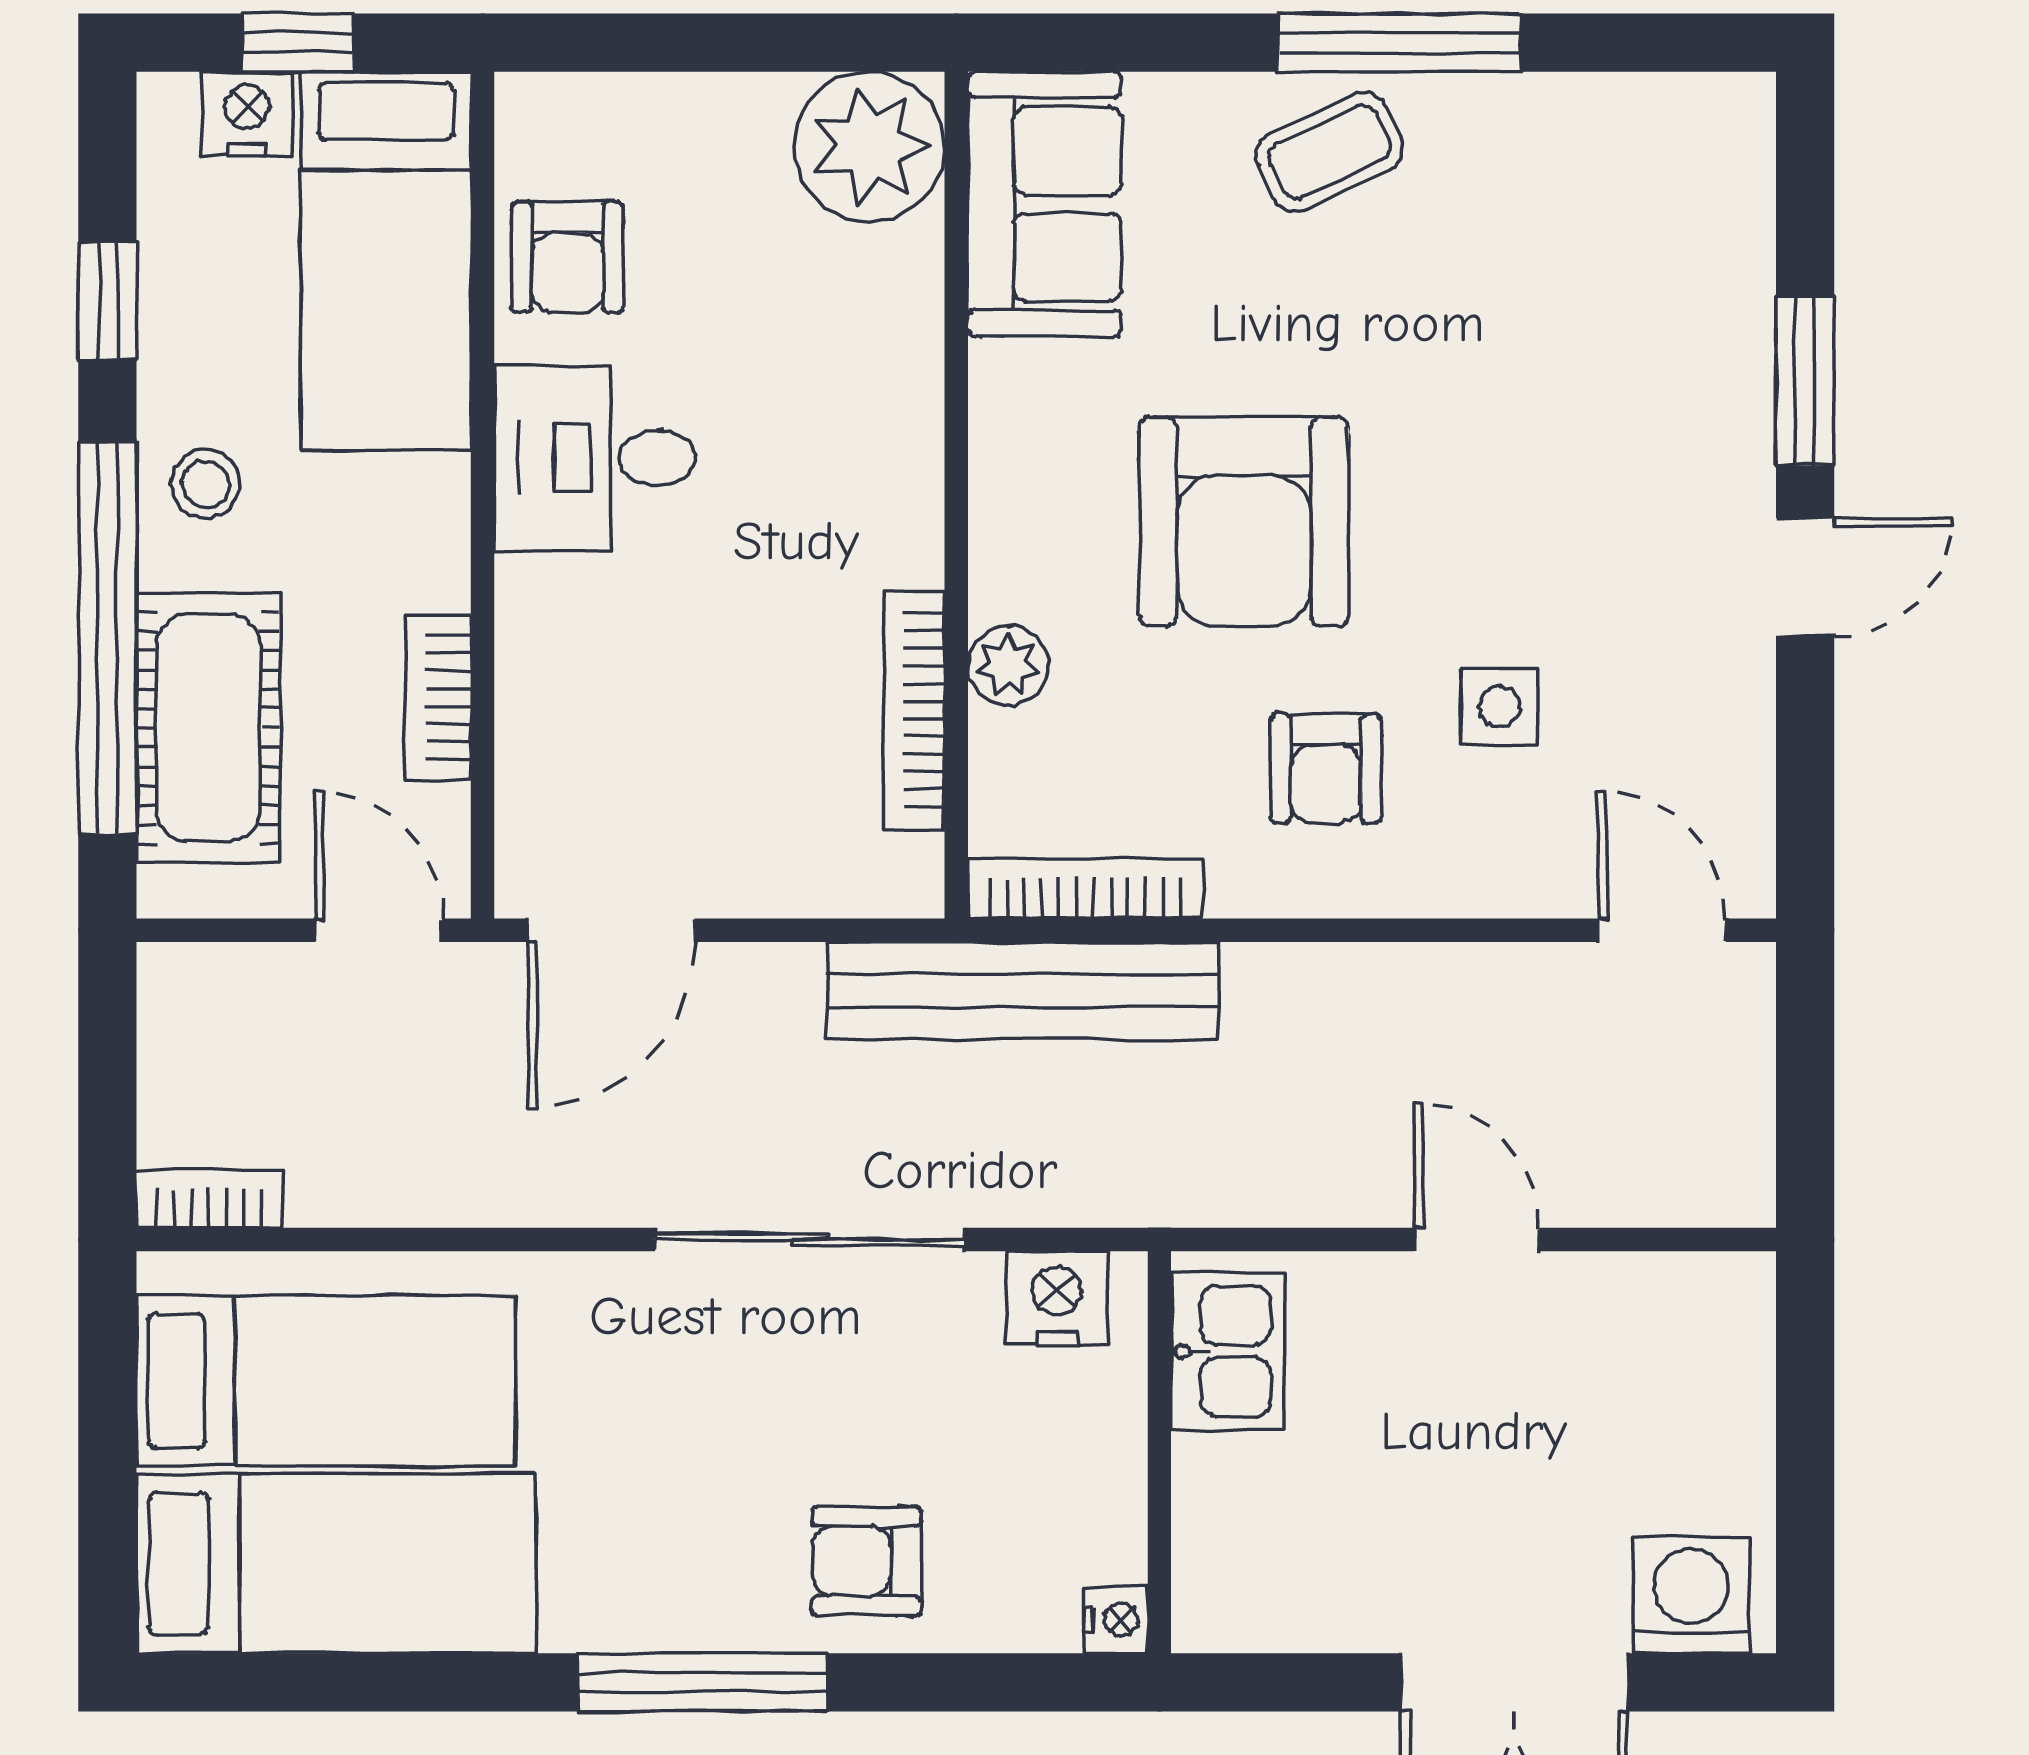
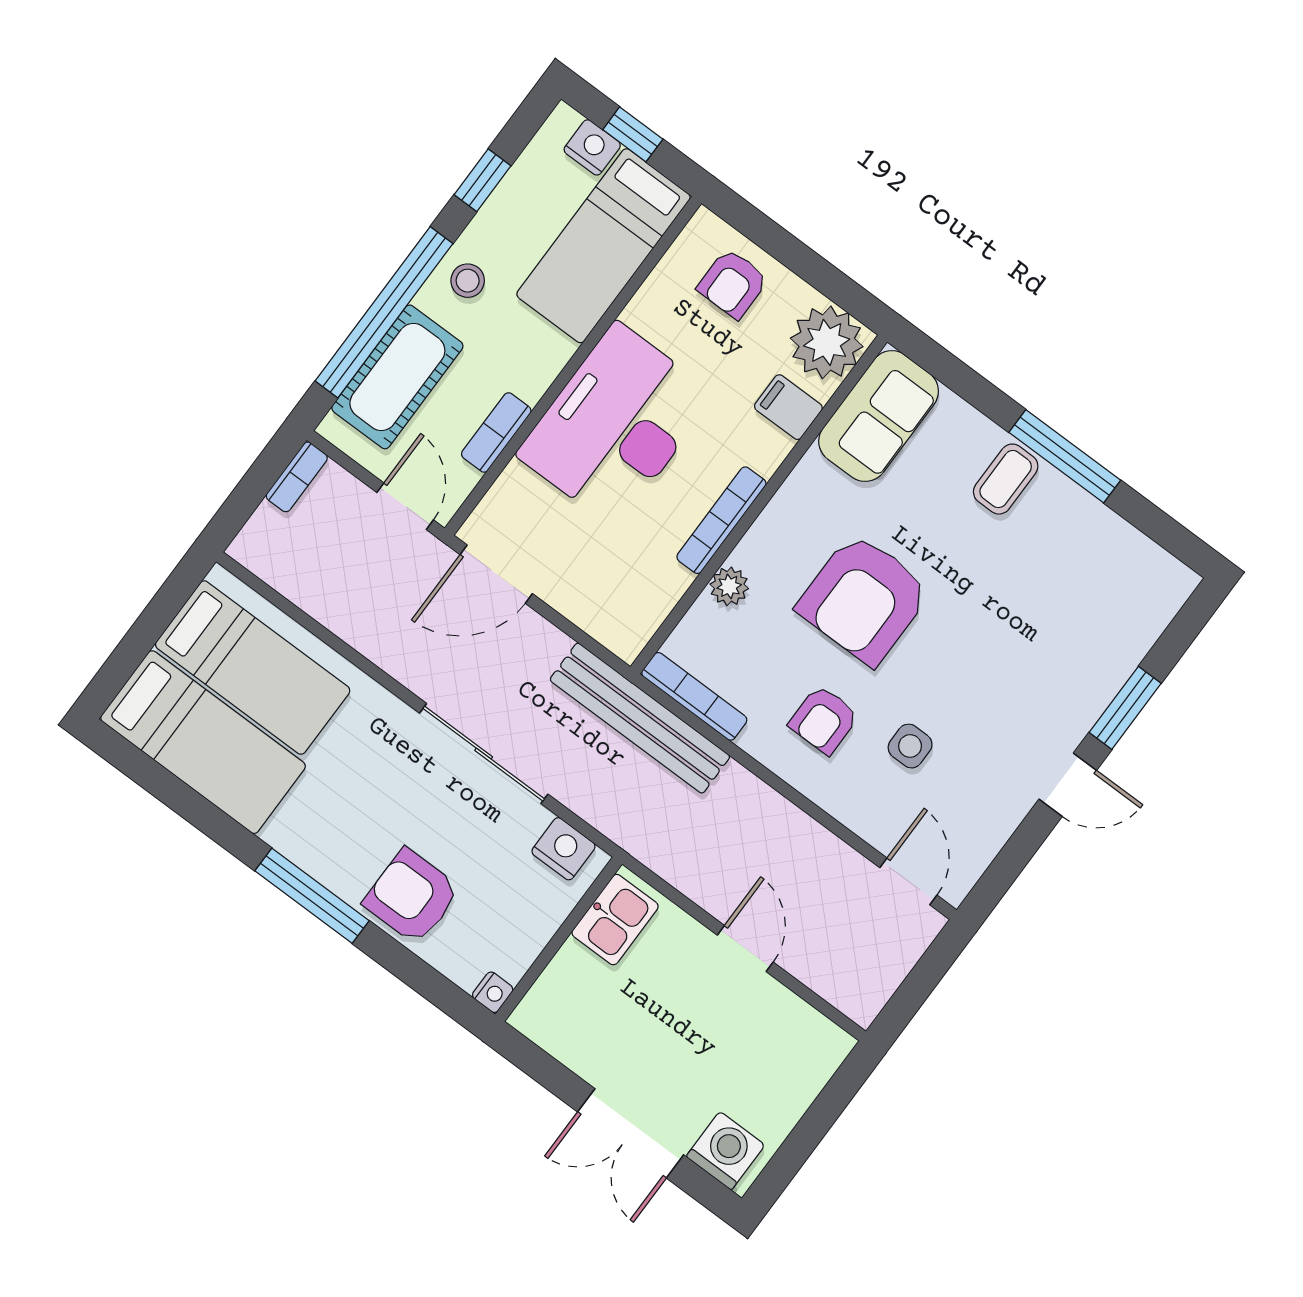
coffee table: (1330, 152) -> (1006, 479), turned -65
armchair: (567, 257) -> (733, 284), moved
filing cabinet: (886, 299) -> (788, 407), added
desk: (595, 458) -> (616, 425), width x1.87, depth x1.30
bookcase: (914, 710) -> (721, 520), moved
bookcase: (209, 1199) -> (297, 477), moved, turned 90
armchair: (866, 1561) -> (412, 896), width x1.38, depth x1.38

